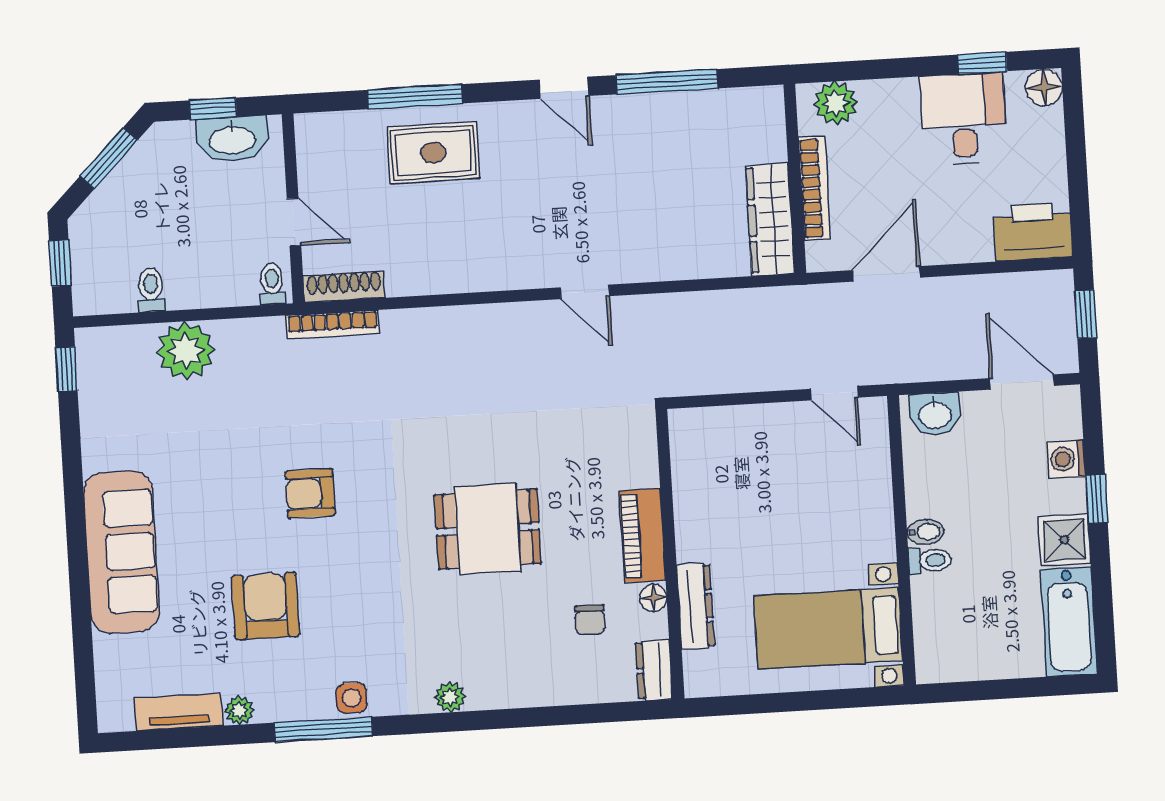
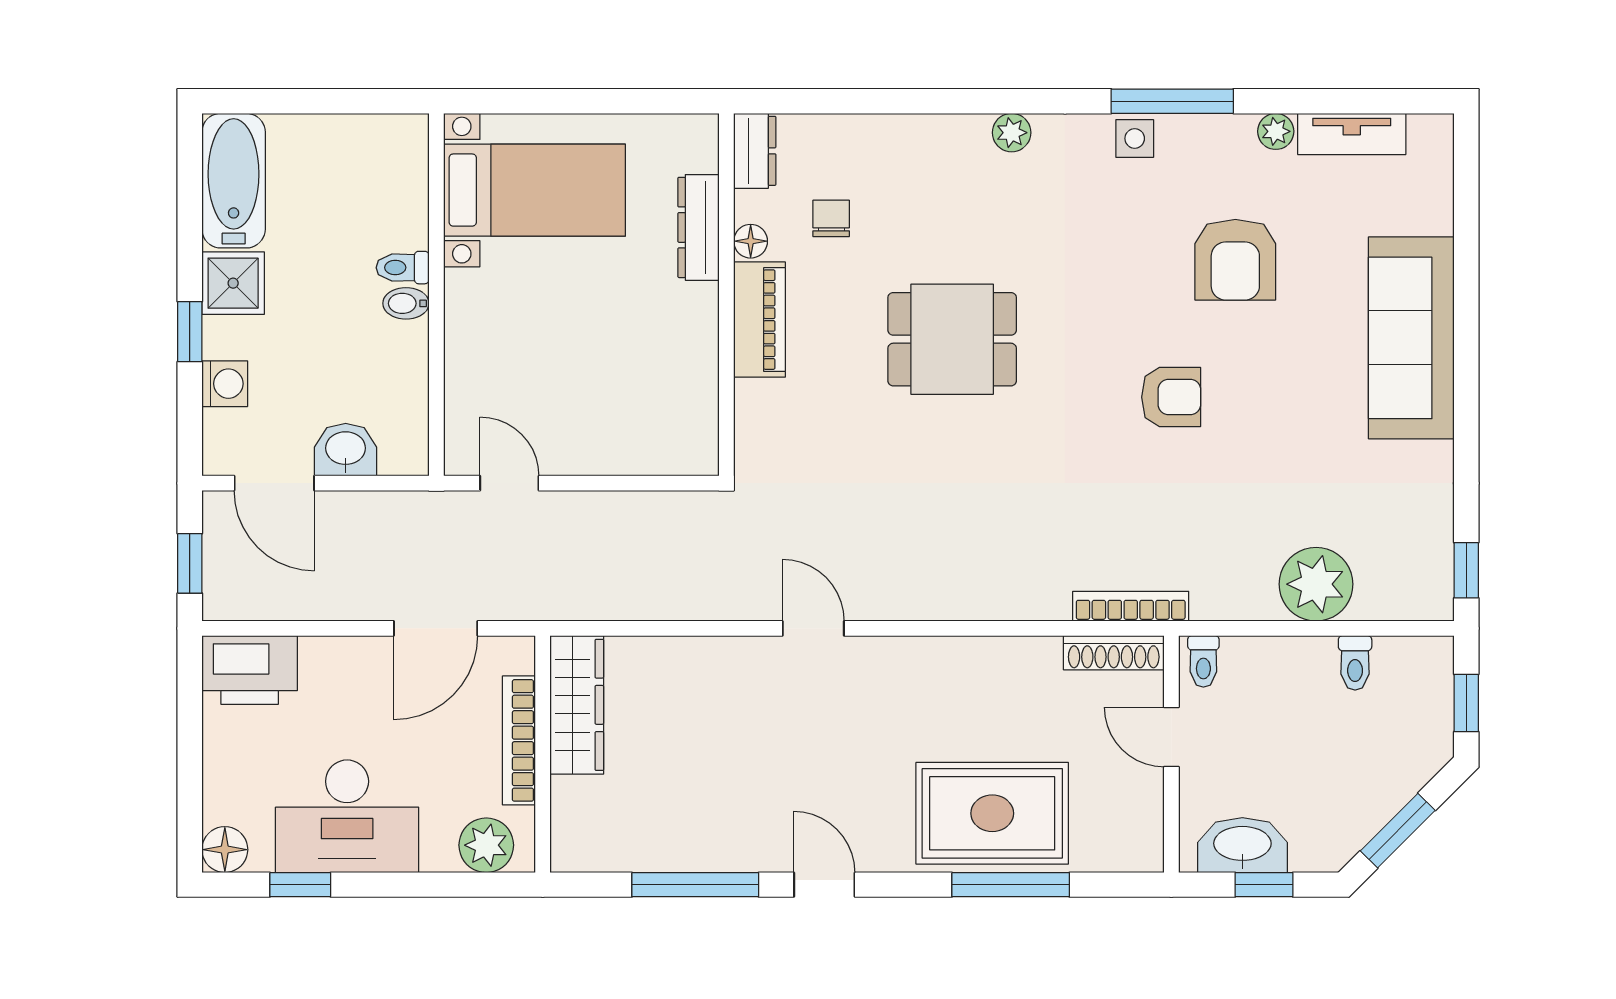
desk: (964, 119) -> (347, 816), width x1.37
rug: (433, 153) -> (992, 813), width x1.36, depth x1.43
washbasin: (935, 414) -> (346, 450), moved

